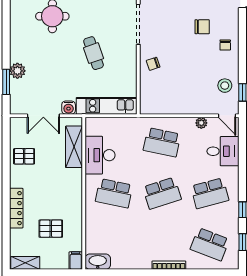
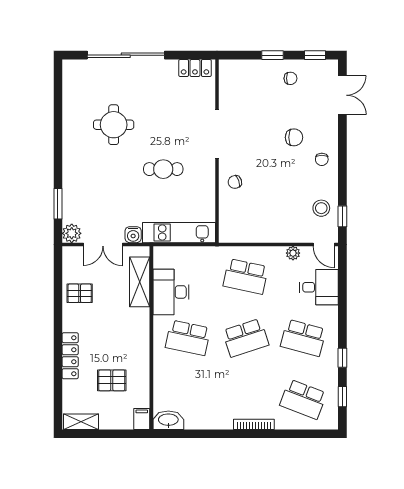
cafe table: (94, 53) -> (163, 169), turned -71
plant: (17, 71) -> (72, 233), moved
school desk: (210, 193) -> (303, 338), turned 30

